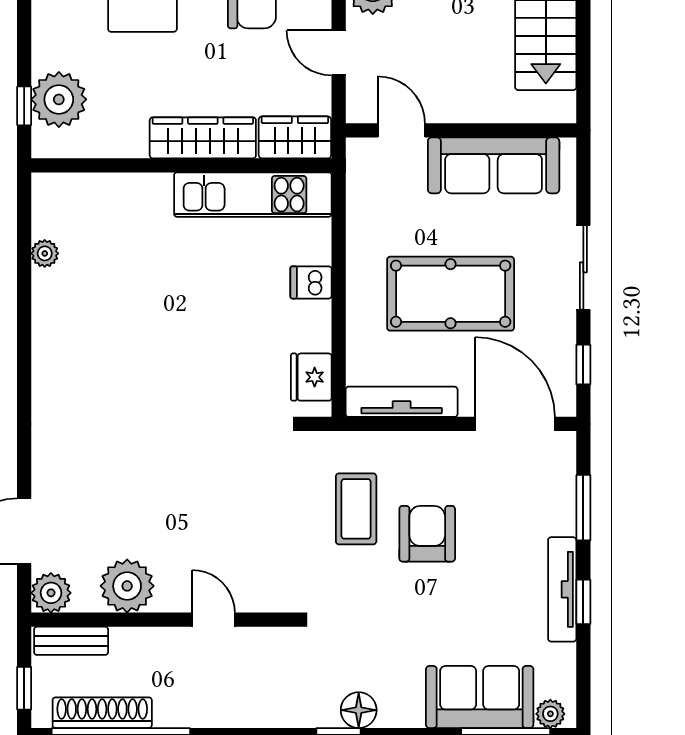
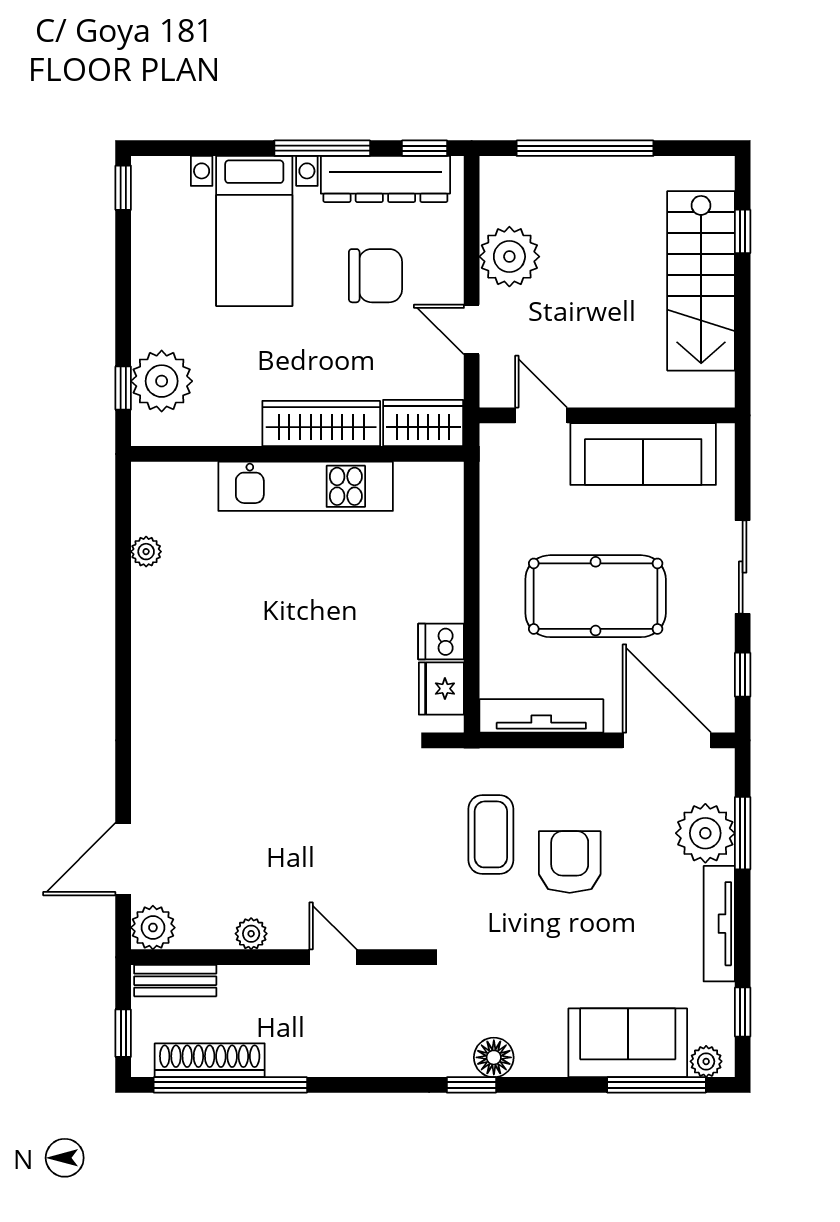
kitchen unit: (253, 195) -> (306, 486), moved
dishwasher: (311, 282) -> (441, 641), moved
plant: (550, 508) -> (705, 833), added
plant: (127, 586) -> (251, 934), width x0.53, depth x0.53
window: (583, 602) -> (743, 1012), moved

